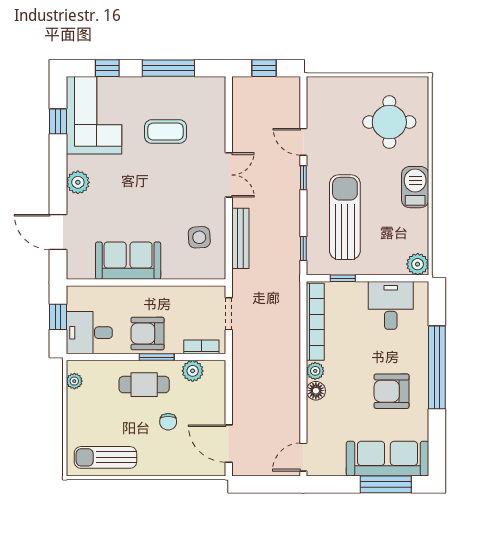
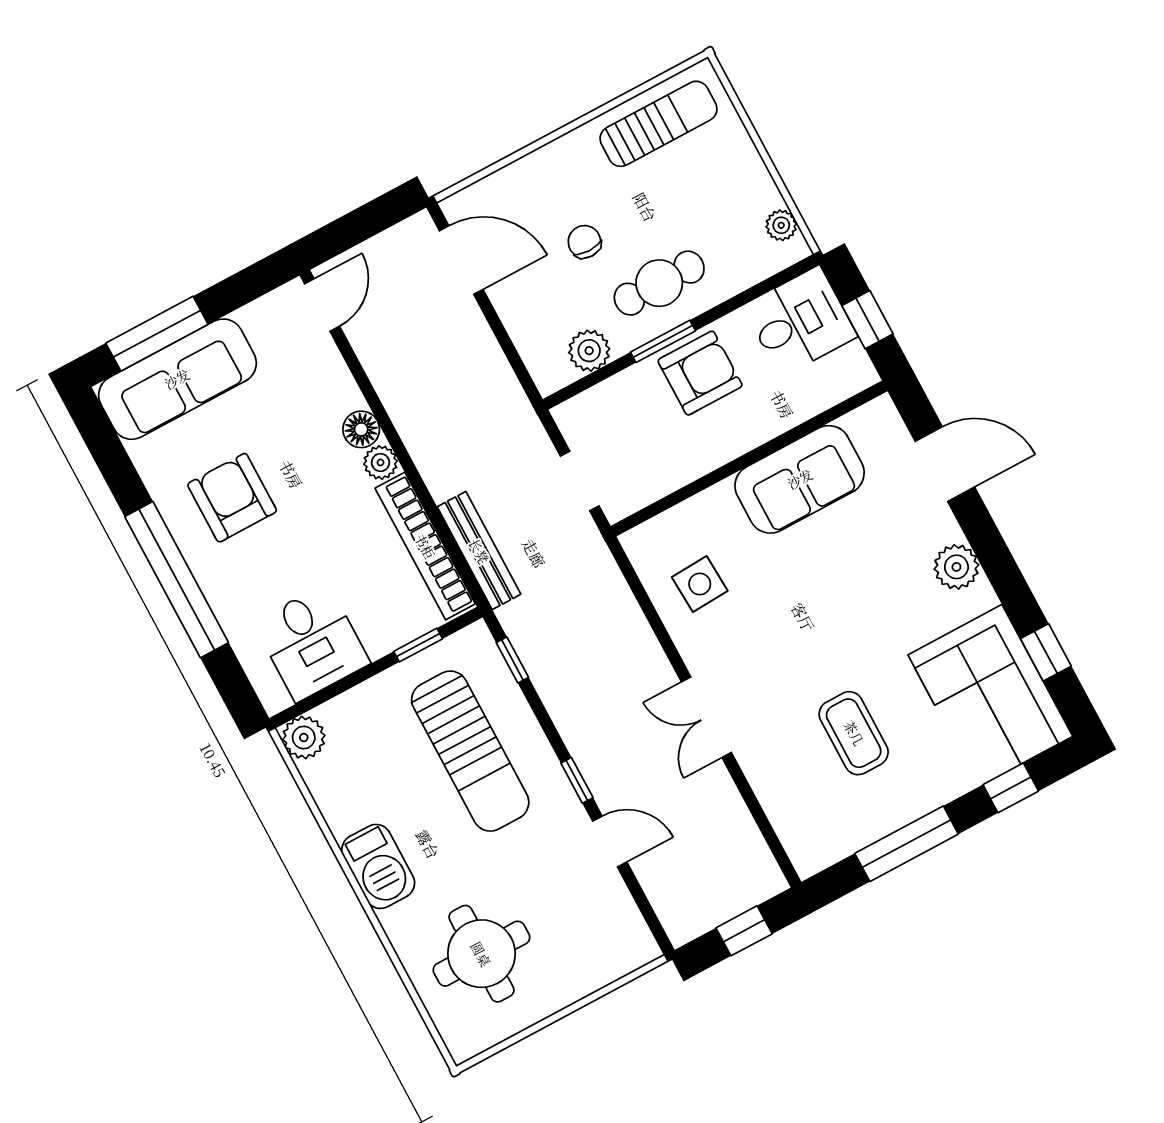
coffee table: (166, 132) -> (854, 733), turned 90
bench: (240, 238) -> (479, 551), moved
bookcase: (201, 347) -> (596, 399), removed
armchair: (392, 391) -> (232, 498), turned -90

